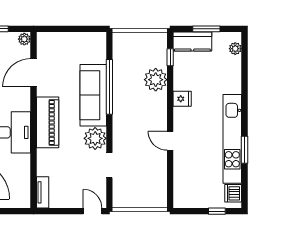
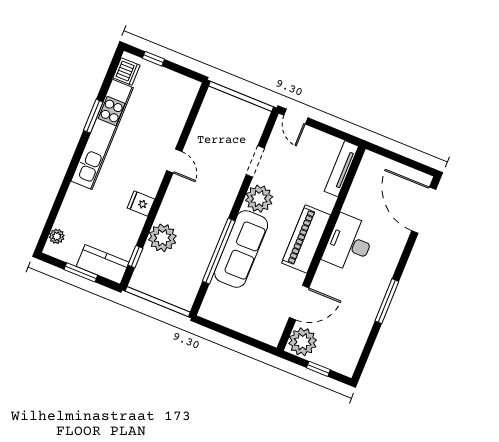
plant: (24, 39) -> (303, 342), width x1.87, depth x1.87
tv unit: (43, 192) -> (341, 169), width x1.41

